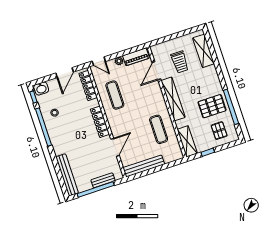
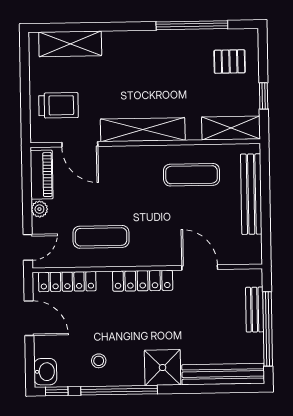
trolley: (180, 62) -> (59, 105), moved
pallet: (212, 106) -> (179, 60), removed
shower: (61, 145) -> (163, 368), added
bench: (144, 166) -> (251, 194), moved

